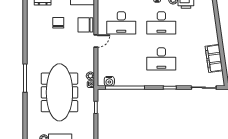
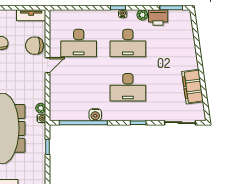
water cooler: (109, 81) -> (95, 115), moved

